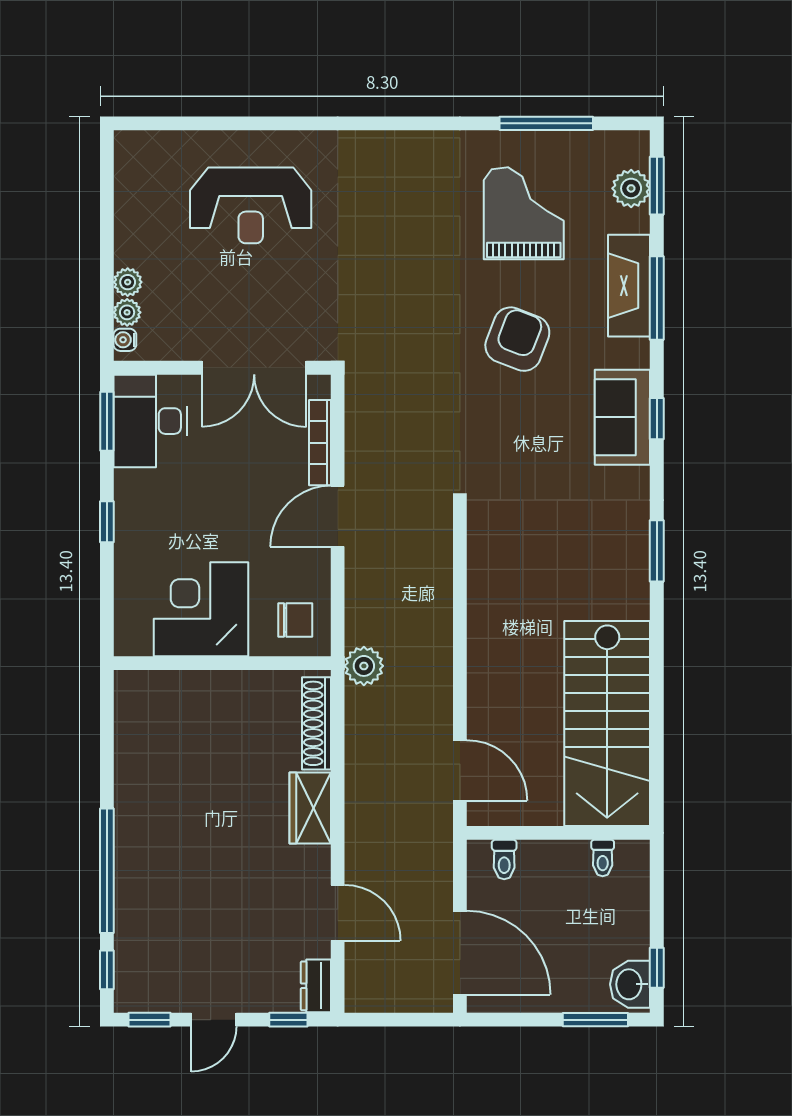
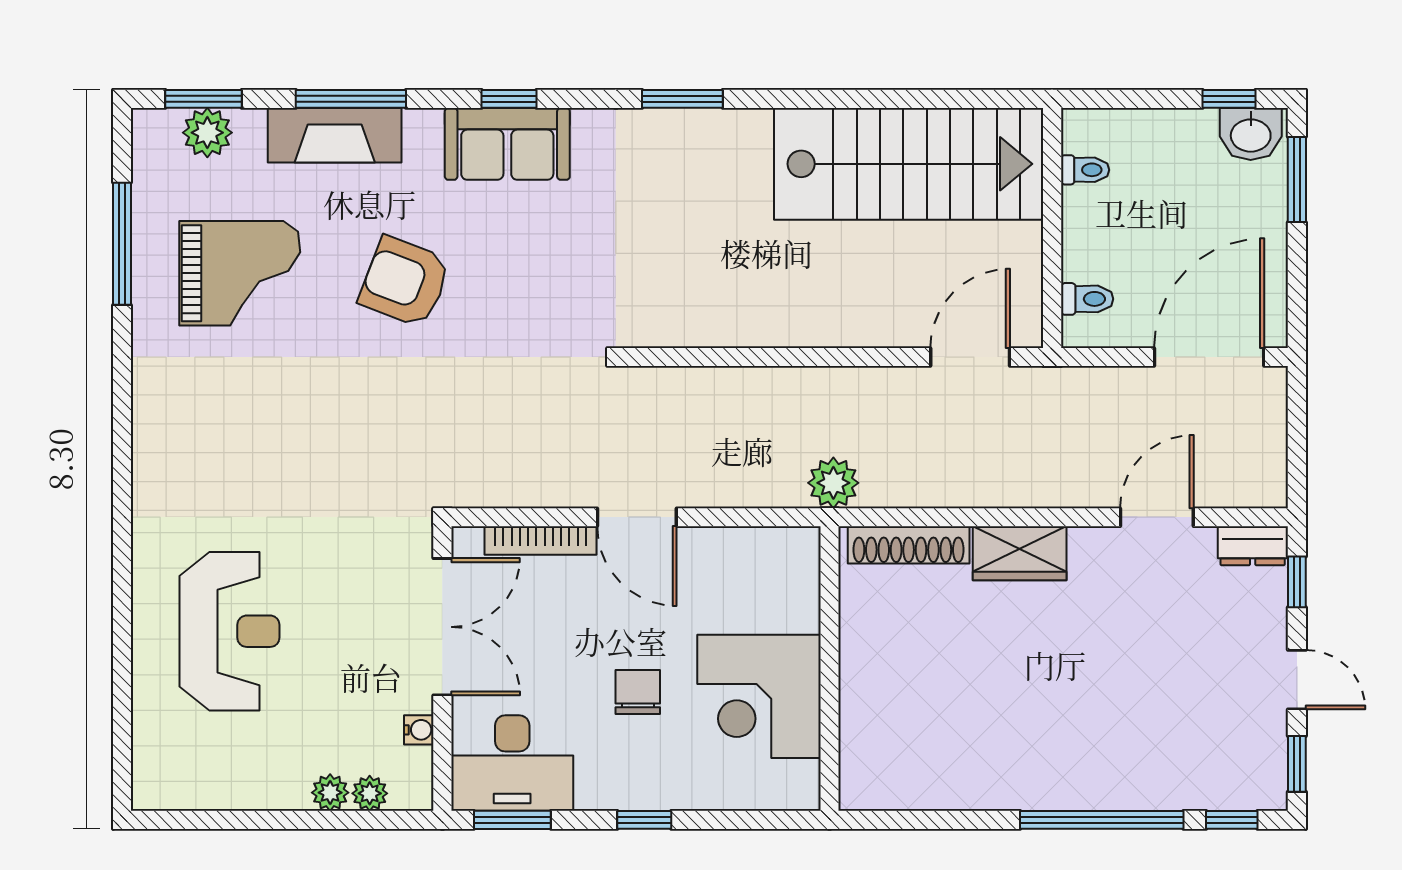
grand piano: (524, 213) -> (240, 273), turned 180
water cooler: (125, 340) -> (419, 730), moved, turned -90
chair: (295, 620) -> (638, 692), moved

